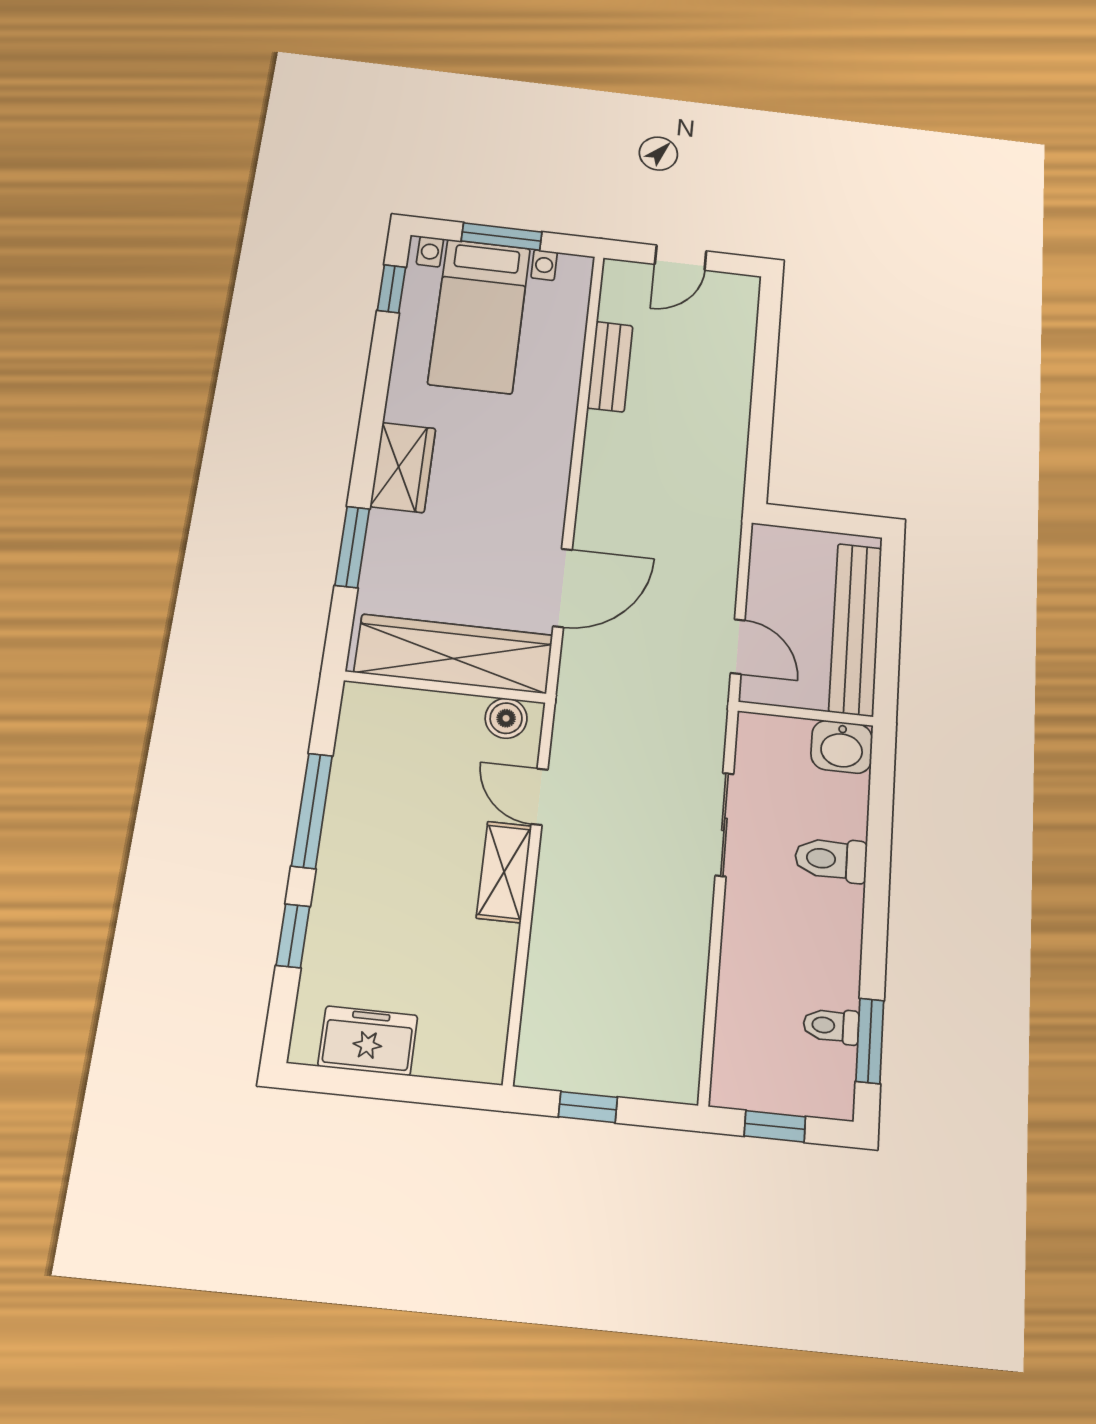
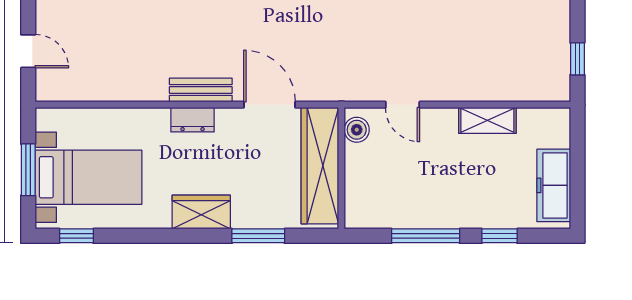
bench: (610, 367) -> (201, 90), moved
dresser: (551, 472) -> (193, 120), added
door: (540, 797) -> (403, 105), hinge flipped
shelving: (504, 872) -> (487, 120), moved
freezer: (368, 1041) -> (554, 185), width x1.40

